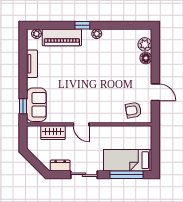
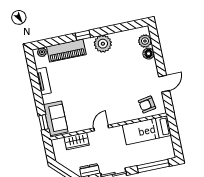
plant: (97, 34) -> (103, 44), width x1.88, depth x1.88
door: (155, 92) -> (164, 84), hinge flipped
door: (81, 124) -> (101, 128), swing flipped
bed: (128, 160) -> (147, 130), moved

